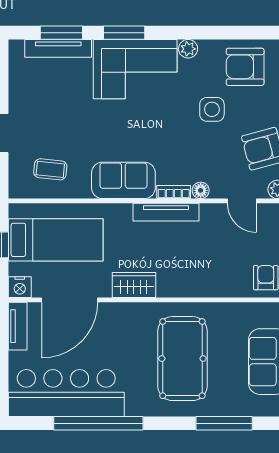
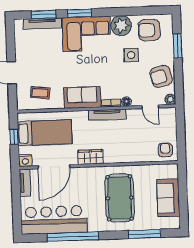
plant: (188, 49) -> (121, 26), width x1.87, depth x1.87

